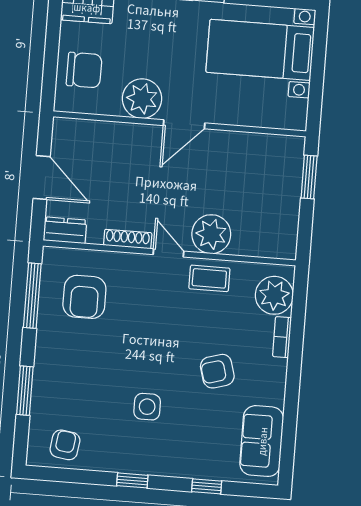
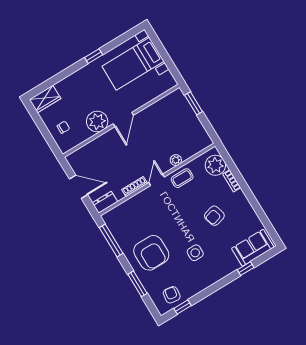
chair: (84, 70) -> (63, 127), width x0.54, depth x0.54
plant: (211, 234) -> (176, 160), width x0.53, depth x0.53
door: (168, 253) -> (157, 180), hinge flipped
armchair: (84, 297) -> (151, 253), moved, width x1.36, depth x1.36
sofa: (262, 441) -> (253, 248), moved, turned 90
window: (132, 480) -> (182, 307), moved

